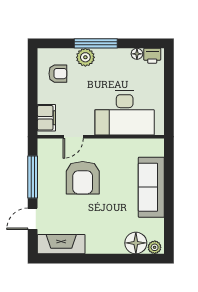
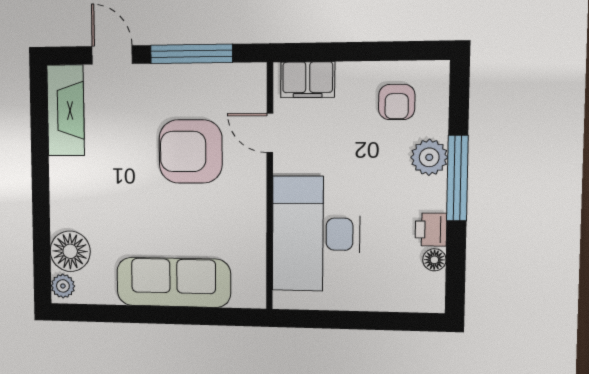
printer: (152, 56) -> (431, 230), moved

